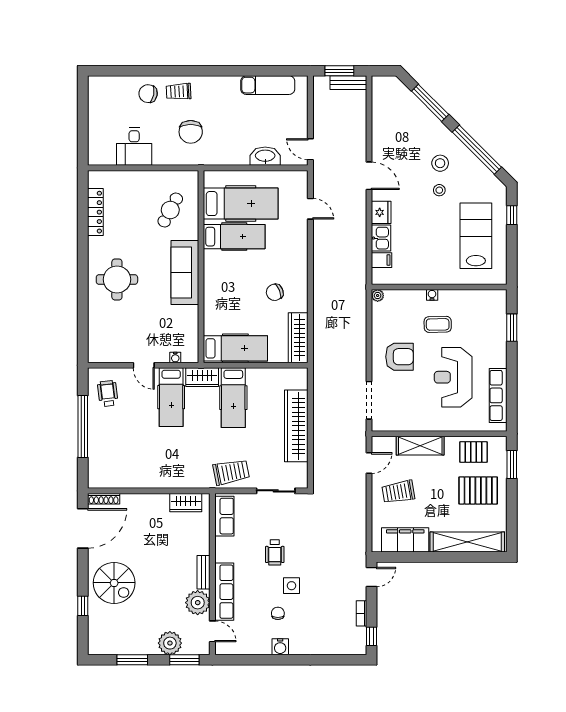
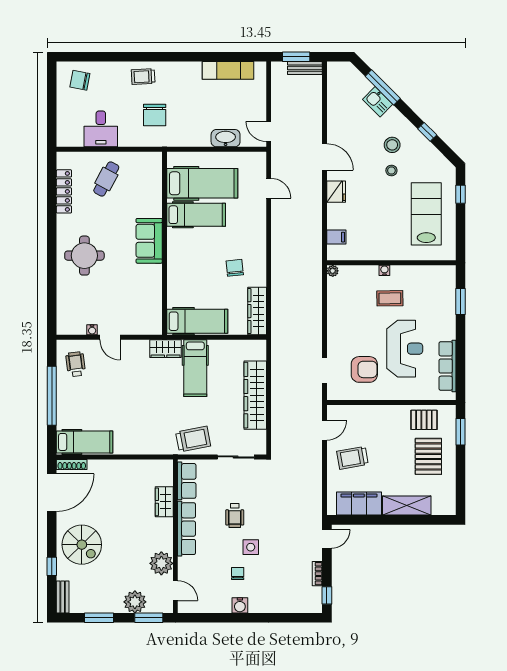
chair: (148, 94) -> (80, 80), moved
window: (477, 150) -> (427, 132), width x0.32
cafe table: (170, 210) -> (106, 179), moved
kitchen sink: (381, 238) -> (378, 102), moved, turned 135
sofa: (185, 272) -> (149, 241), width x0.73
chair: (275, 292) -> (235, 268), turned 105
water cooler: (175, 357) -> (92, 330), moved
armchair: (399, 357) -> (364, 369), moved
reception desk: (453, 377) -> (405, 349), turned 180
hospital bed: (171, 397) -> (85, 442), moved, turned -90
doorway: (369, 400) -> (325, 371), width x0.73
shelving: (420, 446) -> (373, 414), removed
pallet: (478, 490) -> (428, 456), turned 90
wardrobe: (186, 503) -> (164, 502), moved, turned 90
shelving: (467, 542) -> (407, 506), width x0.68
bench: (204, 572) -> (63, 597), moved
row of seats: (224, 592) -> (187, 529), moved

